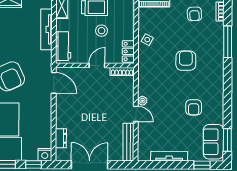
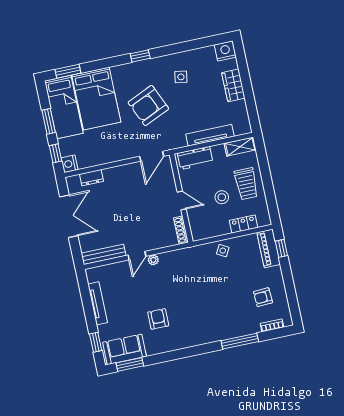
locker: (128, 51) -> (244, 224), moved
armchair: (186, 61) -> (209, 299), removed
armchair: (194, 107) -> (158, 319), turned 90

